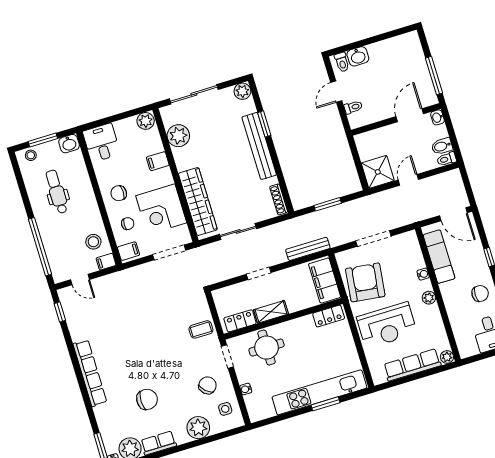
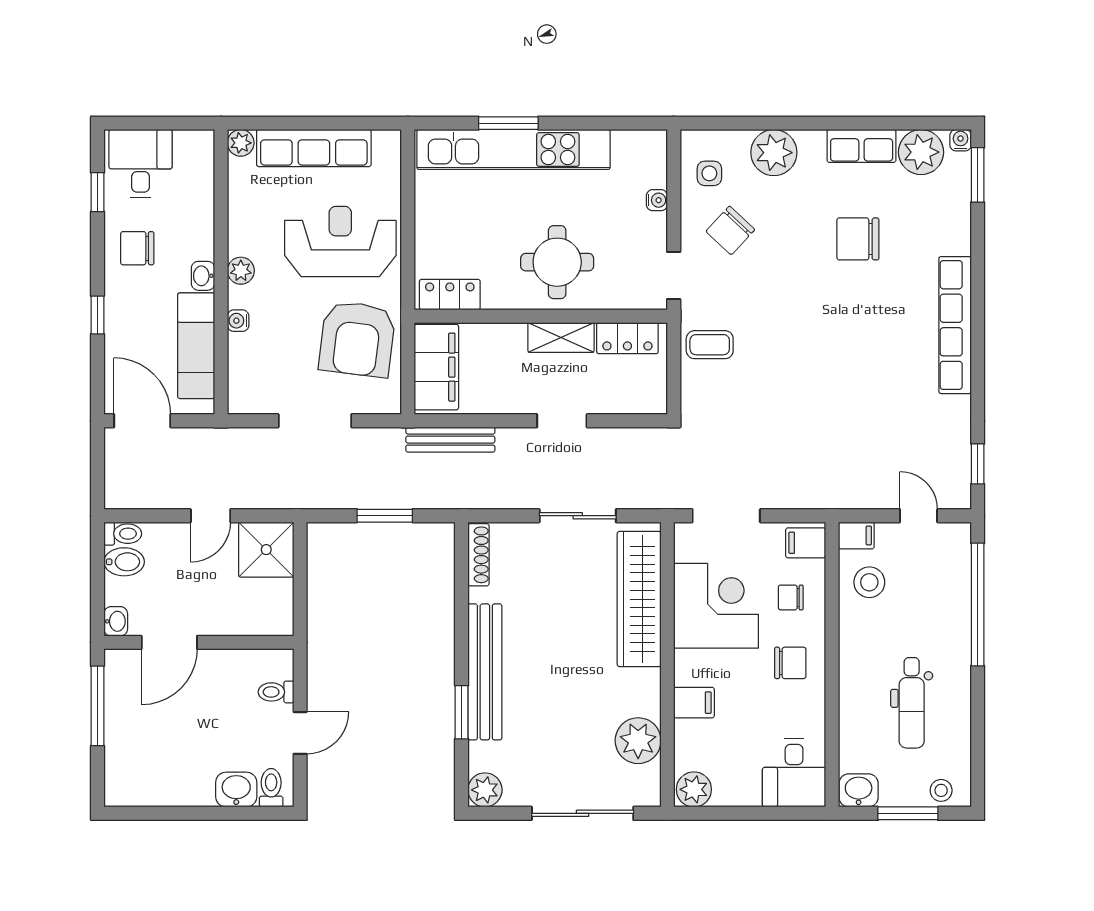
washbasin: (446, 290) -> (203, 276), added
round table: (267, 348) -> (557, 262), moved

